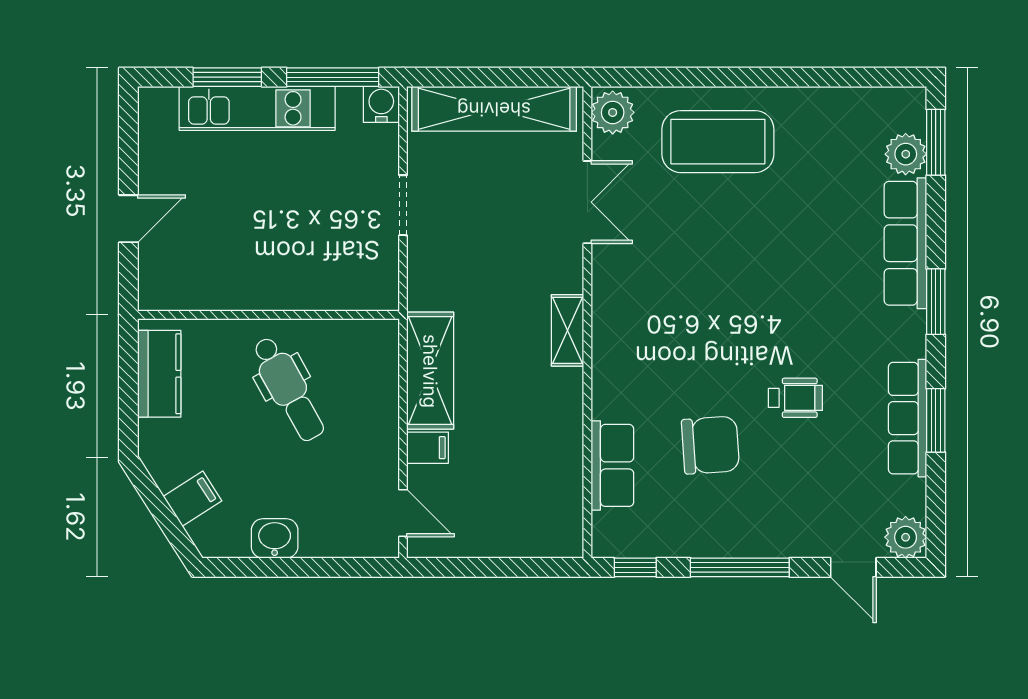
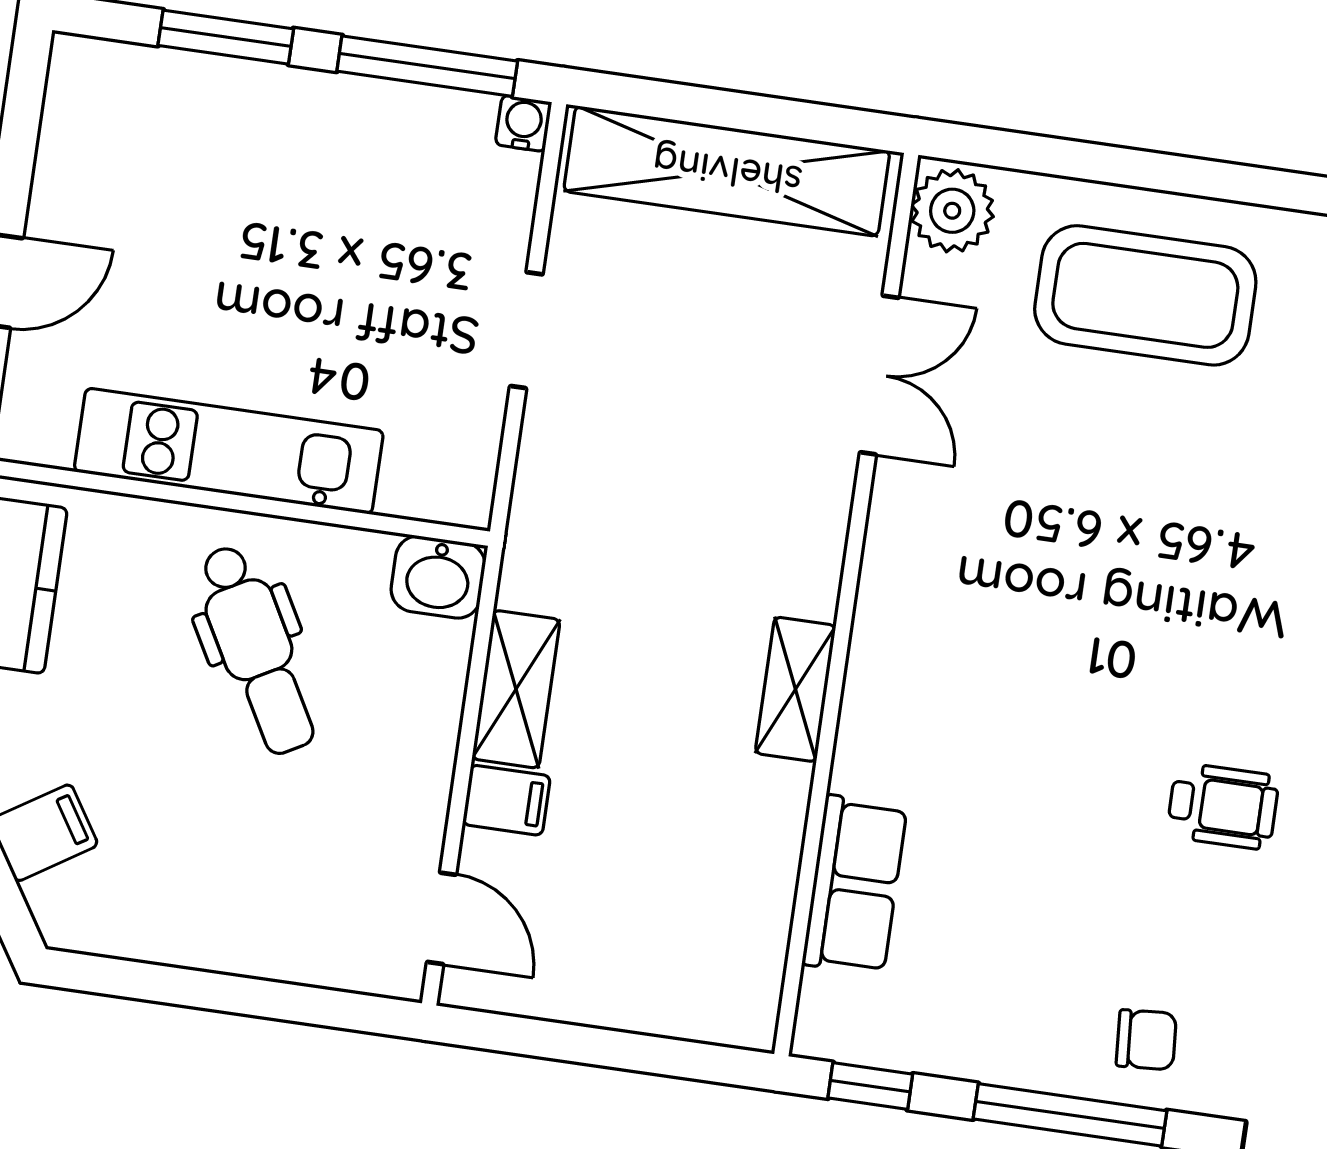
water cooler: (381, 104) -> (523, 123), width x0.72, depth x0.72
kitchen unit: (257, 108) -> (229, 451), moved, turned 180
shelving: (568, 330) -> (795, 689), moved
shelving: (430, 371) -> (516, 689), width x0.67, depth x0.75
chair: (710, 445) -> (1146, 1040), moved, width x0.54, depth x0.54
washbasin: (275, 538) -> (438, 577), moved, turned 180

